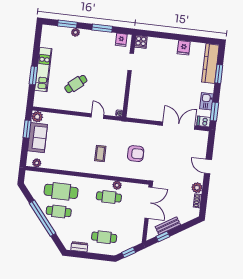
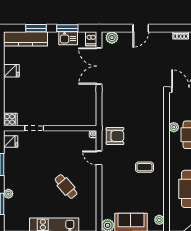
window: (214, 112) -> (67, 28), moved
door: (98, 116) -> (99, 158), hinge flipped
coffee table: (100, 154) -> (145, 167), moved
armchair: (136, 154) -> (115, 136), moved, turned 90
plant: (197, 188) -> (112, 38), moved

